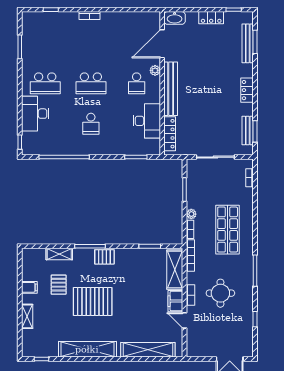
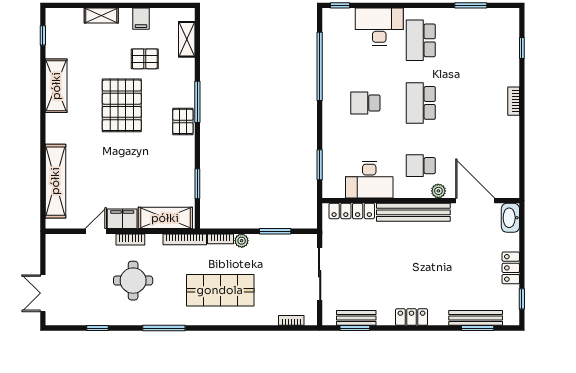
shelving: (59, 254) -> (187, 39), moved
shelving: (87, 349) -> (56, 86), width x0.68

